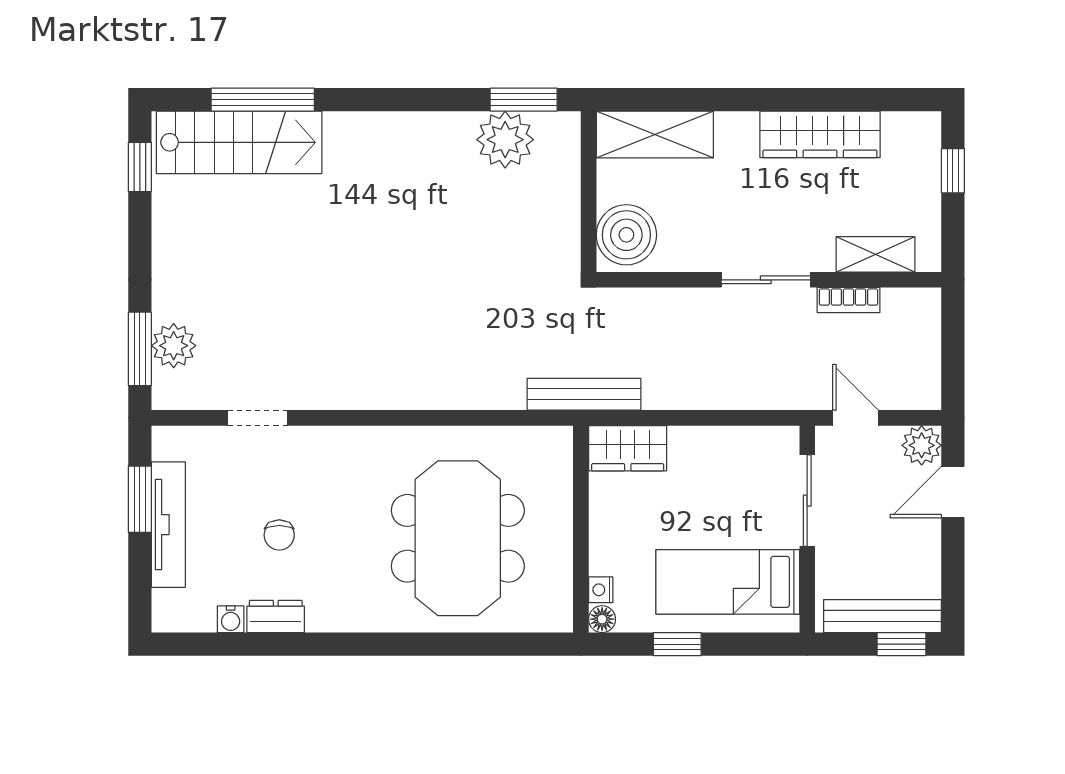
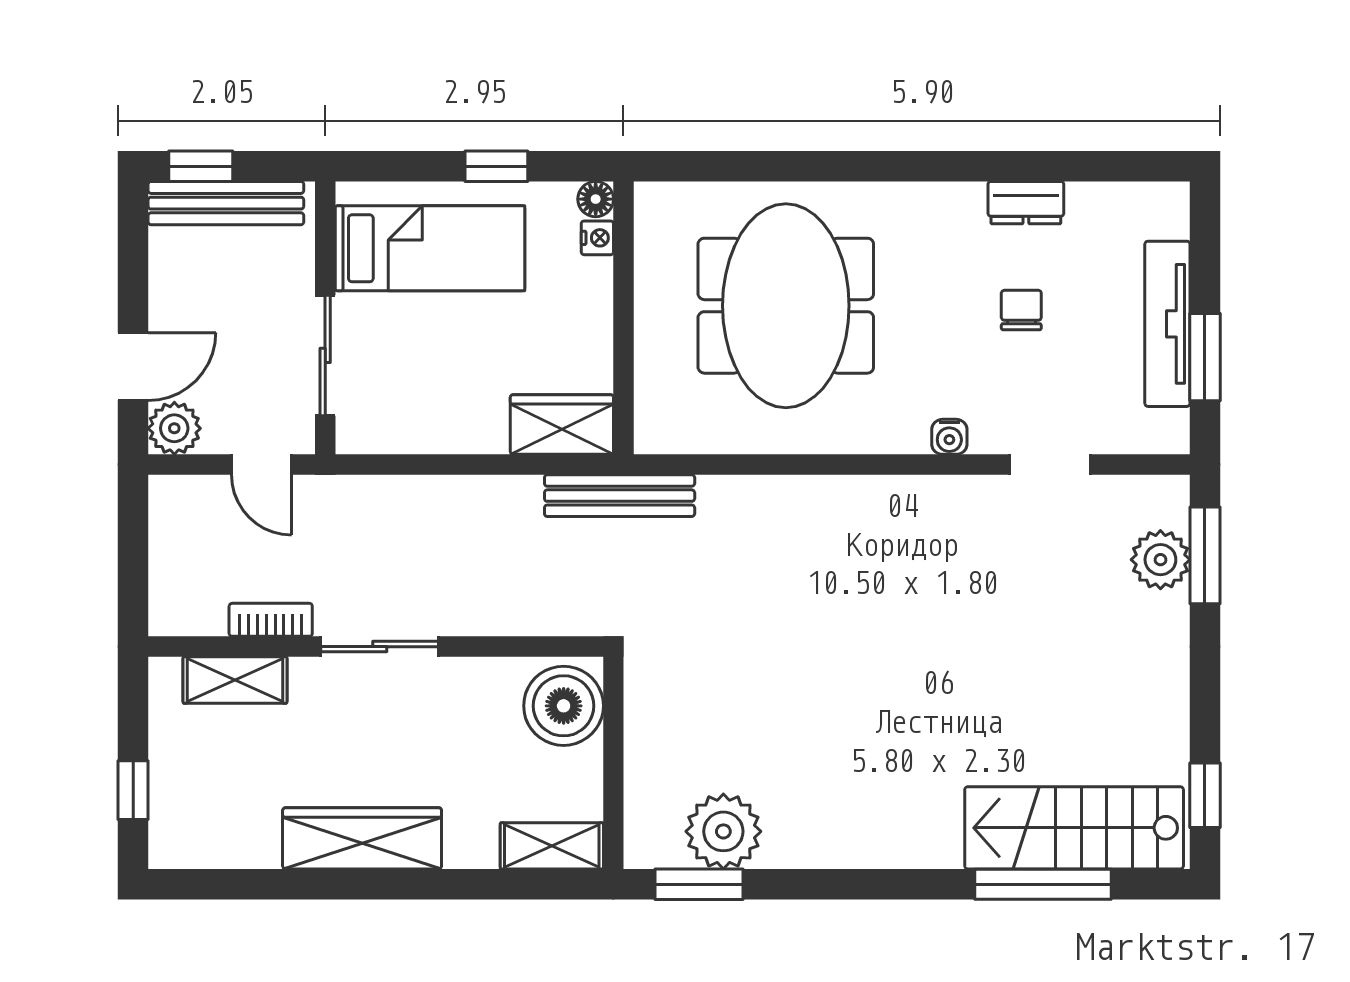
shelving: (655, 134) -> (552, 846), width x0.67, depth x0.75
wardrobe: (820, 134) -> (362, 838), moved
water cooler: (231, 619) -> (949, 437), moved, turned 180

